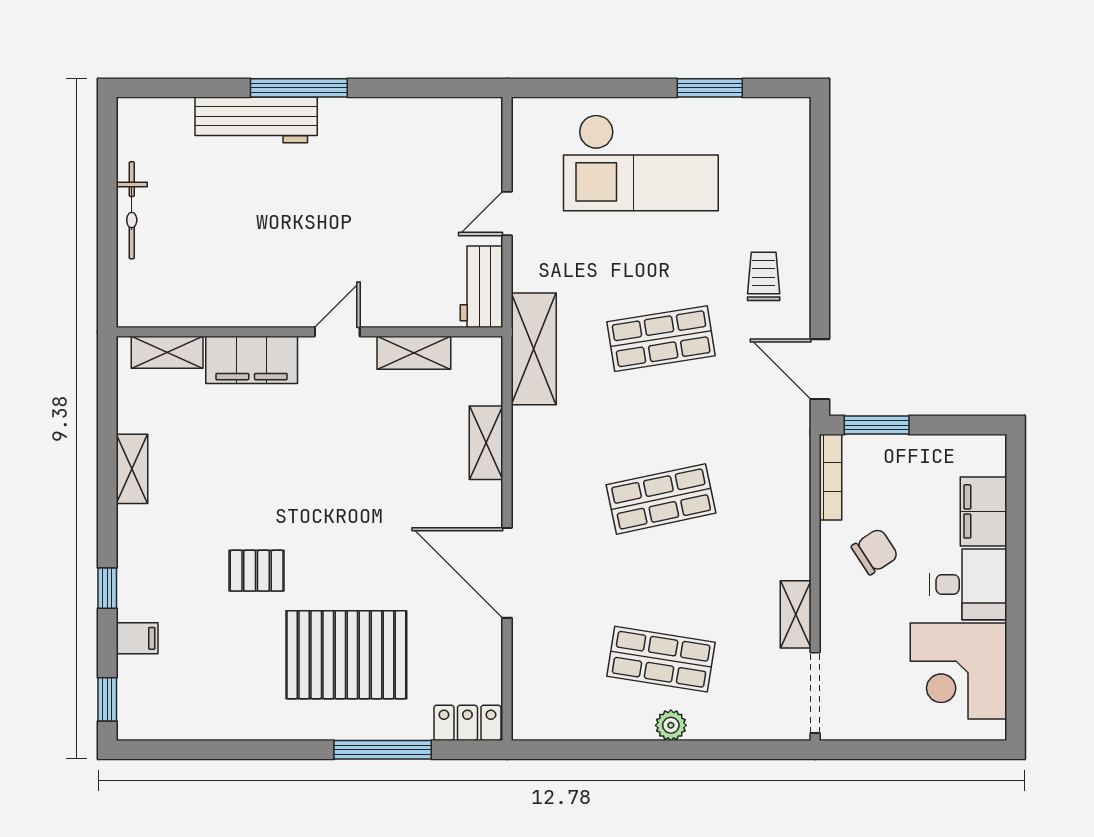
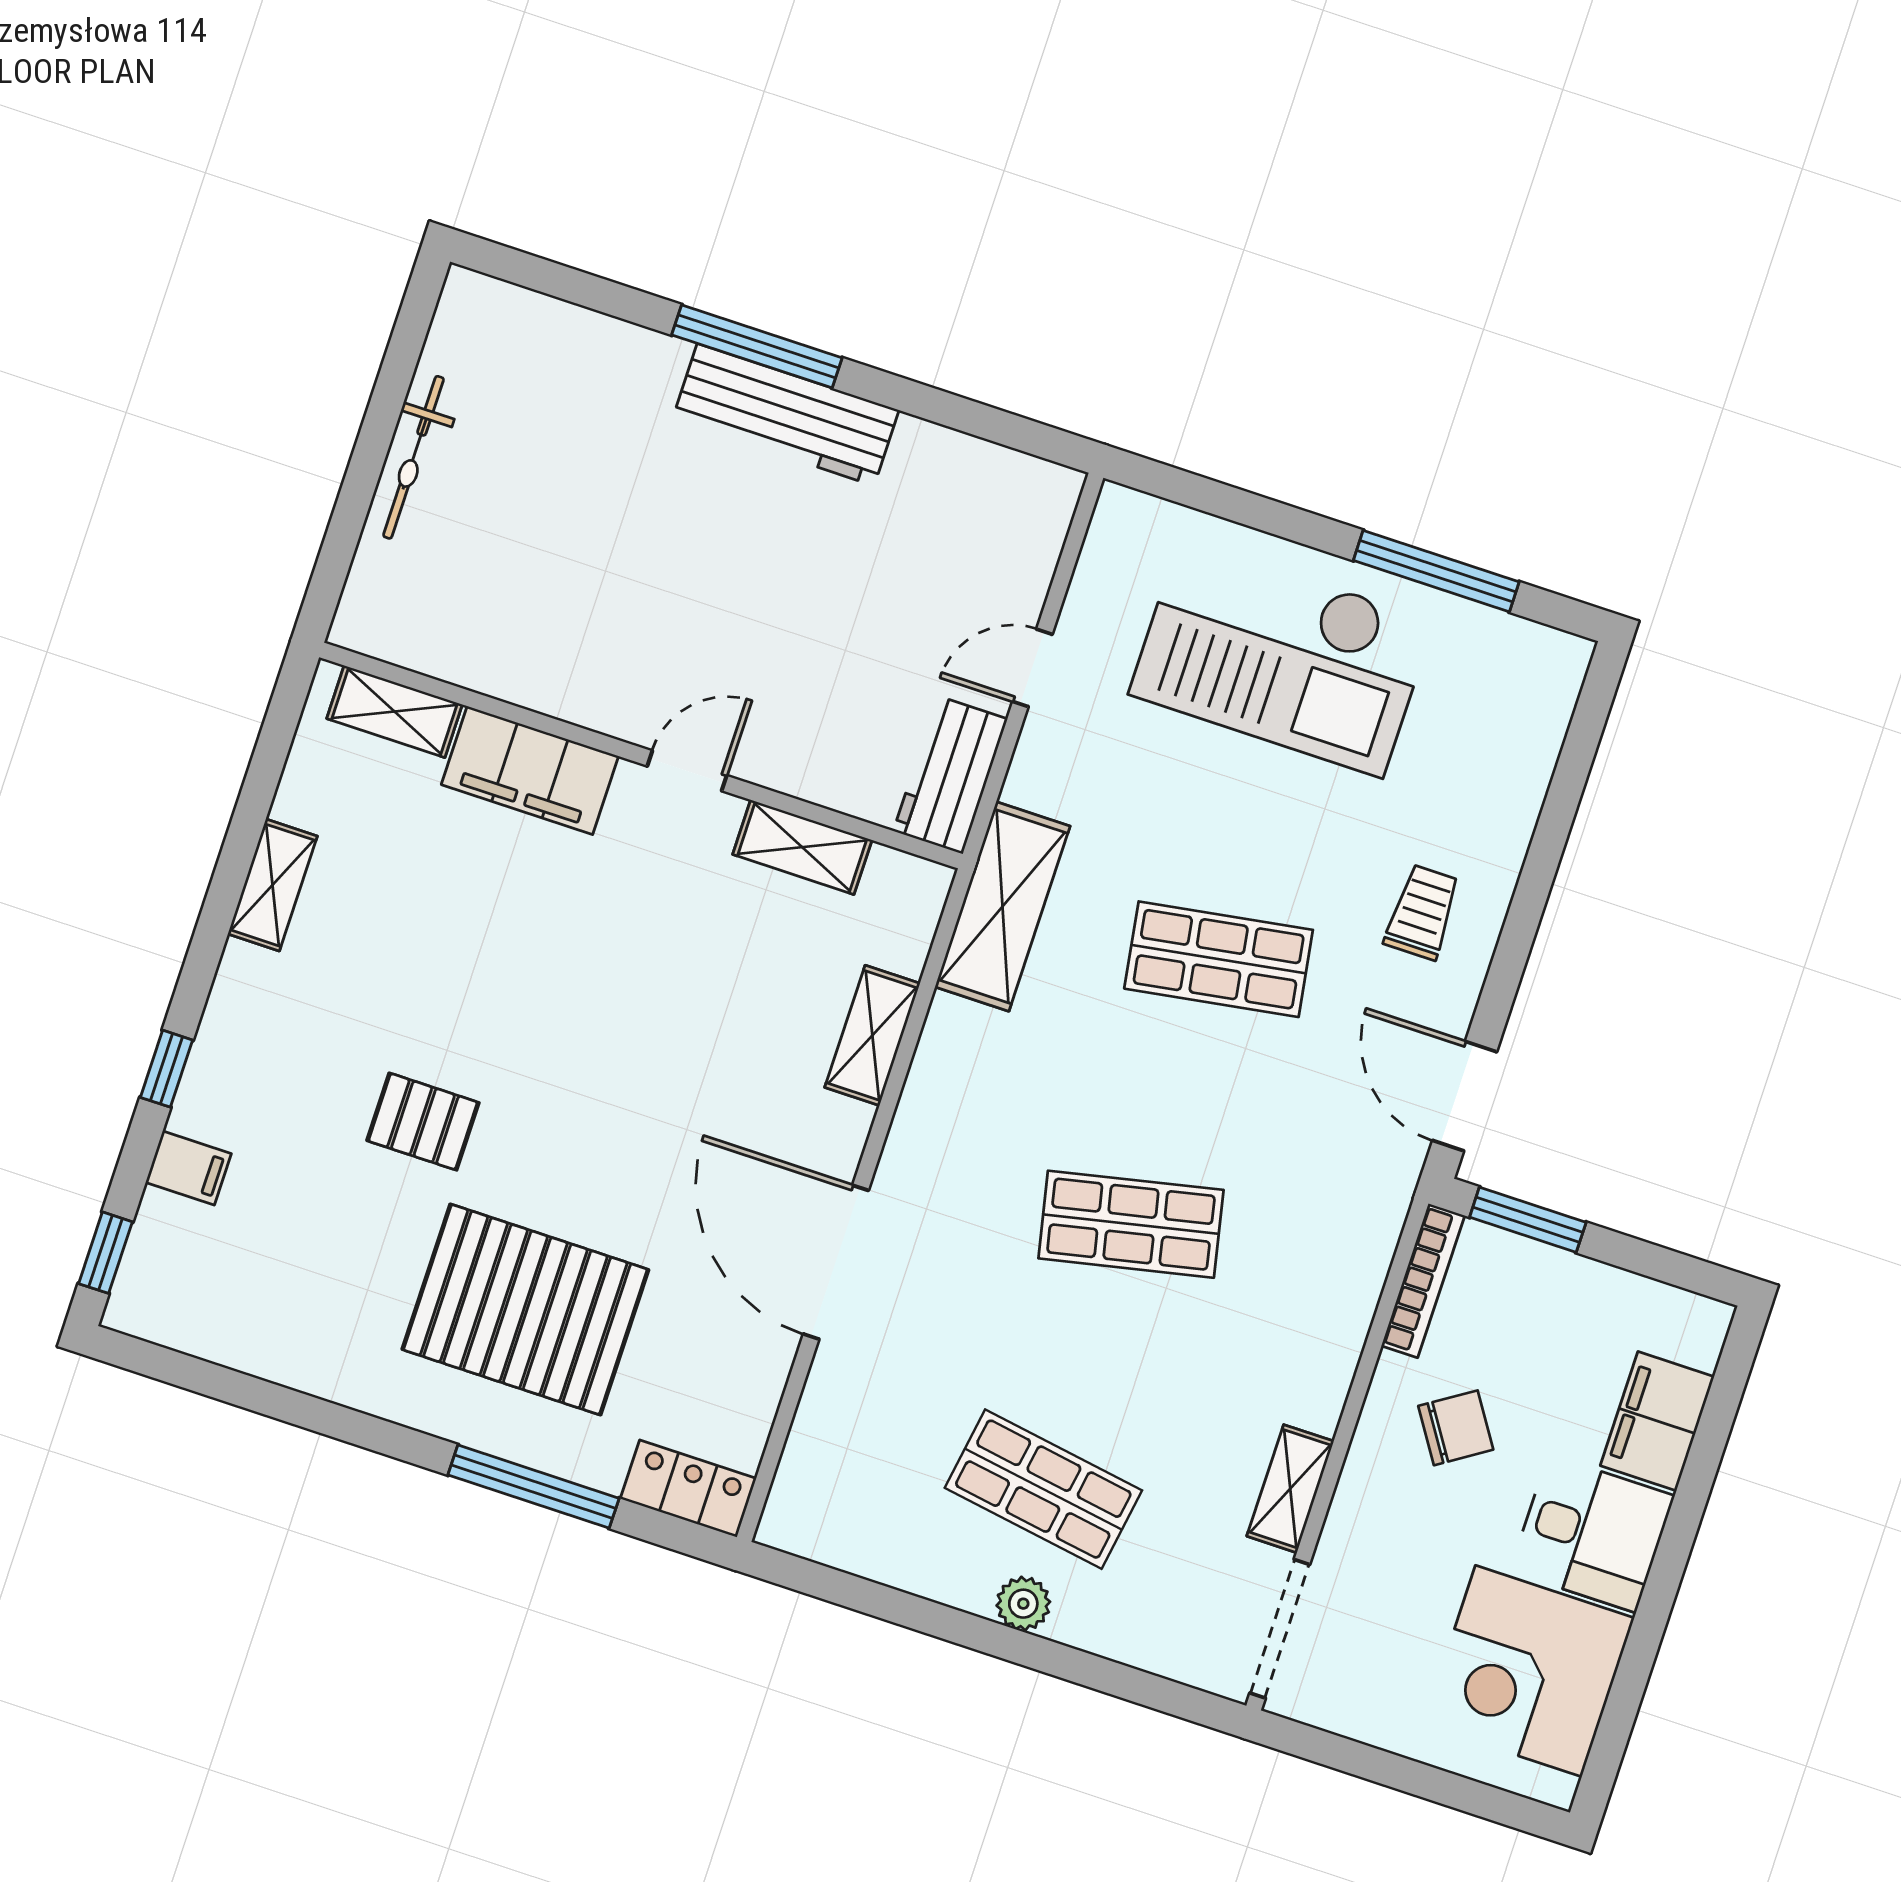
window: (710, 88) -> (1436, 571), width x1.44
workbench: (256, 120) -> (786, 415), moved

